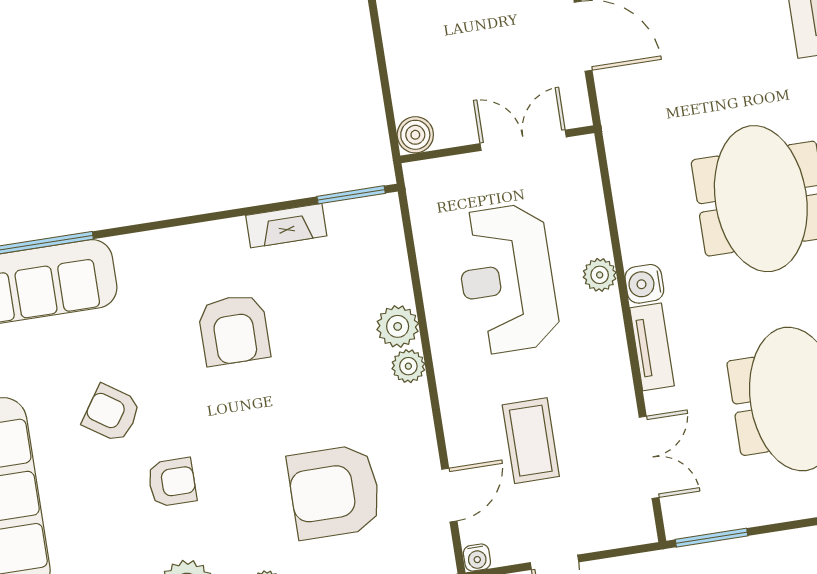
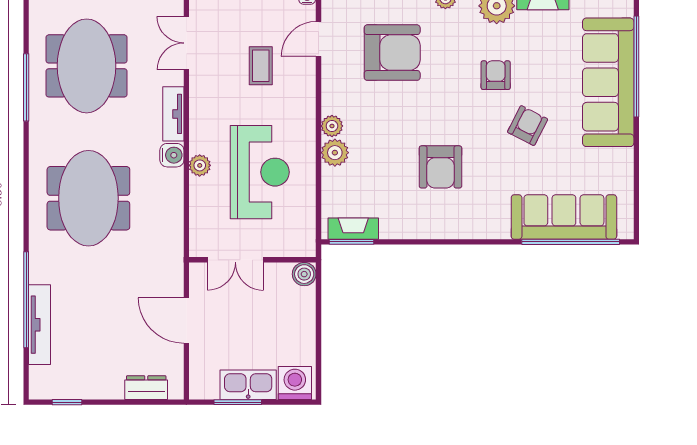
fireplace: (286, 226) -> (353, 229), moved
armchair: (234, 330) -> (440, 167), turned 180
armchair: (112, 413) -> (528, 126), turned -97
coffee table: (531, 441) -> (261, 66), width x0.73, depth x0.77
armchair: (172, 482) -> (496, 75), turned 90

